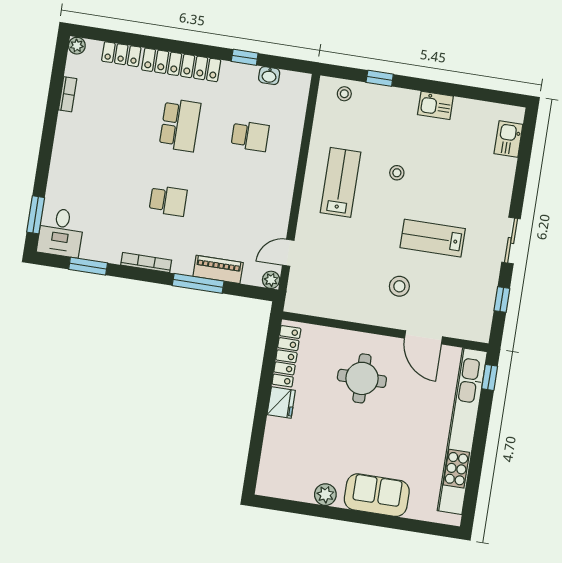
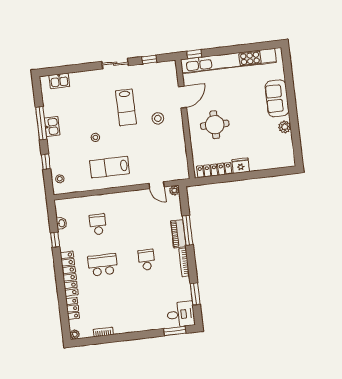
window: (446, 89) -> (41, 123), added
piano: (218, 269) -> (178, 234), moved

